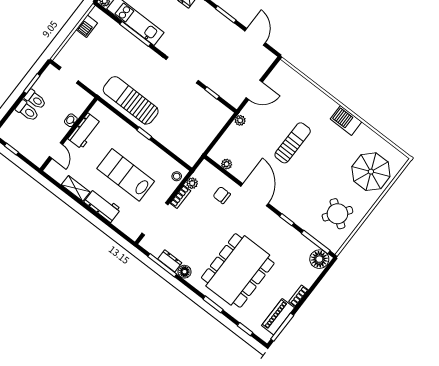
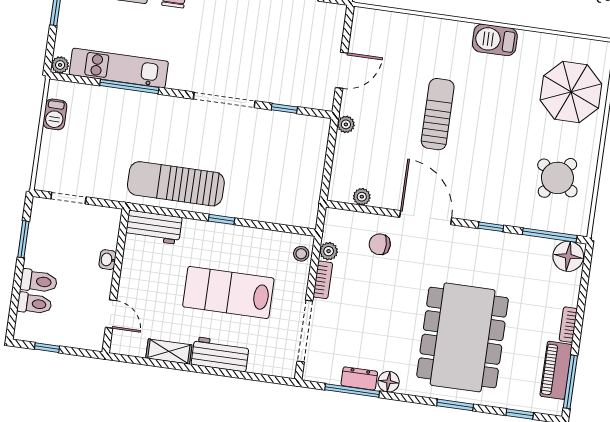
toilet: (35, 99) -> (34, 304), moved
workbench: (85, 131) -> (154, 227), moved, turned 90

